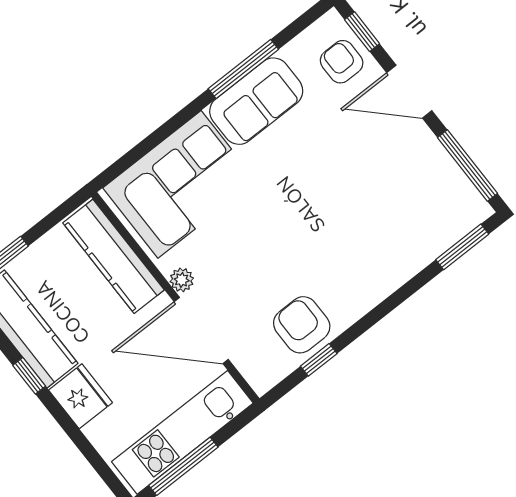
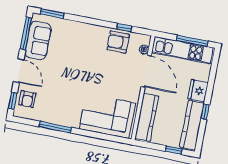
sofa: (256, 101) -> (38, 41), moved, turned 90
plant: (182, 280) -> (144, 49), moved
armchair: (302, 325) -> (118, 42), turned 90

